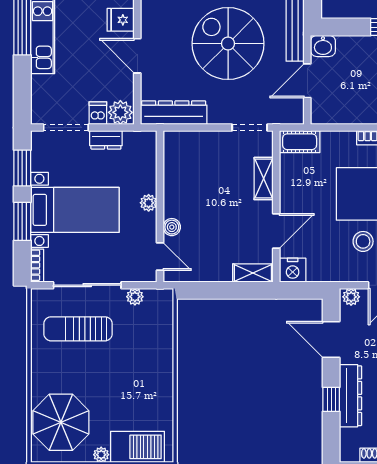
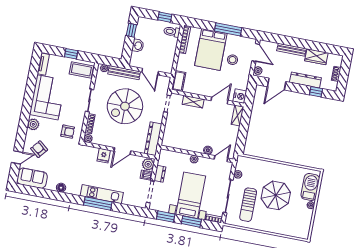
washbasin: (323, 46) -> (138, 46), moved
door: (276, 231) -> (219, 100), hinge flipped
window: (331, 399) -> (316, 92), moved
parasol: (61, 422) -> (276, 195), moved

